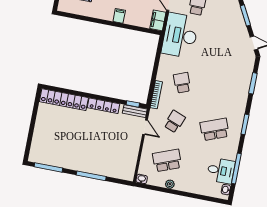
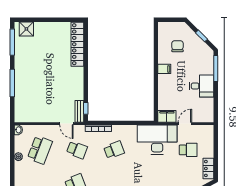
filing cabinet: (119, 16) -> (164, 69), moved
locker: (104, 106) -> (79, 82), removed
door: (145, 127) -> (66, 124), hinge flipped
shower: (38, 150) -> (26, 29), added
school desk: (167, 160) -> (40, 150), turned 42

